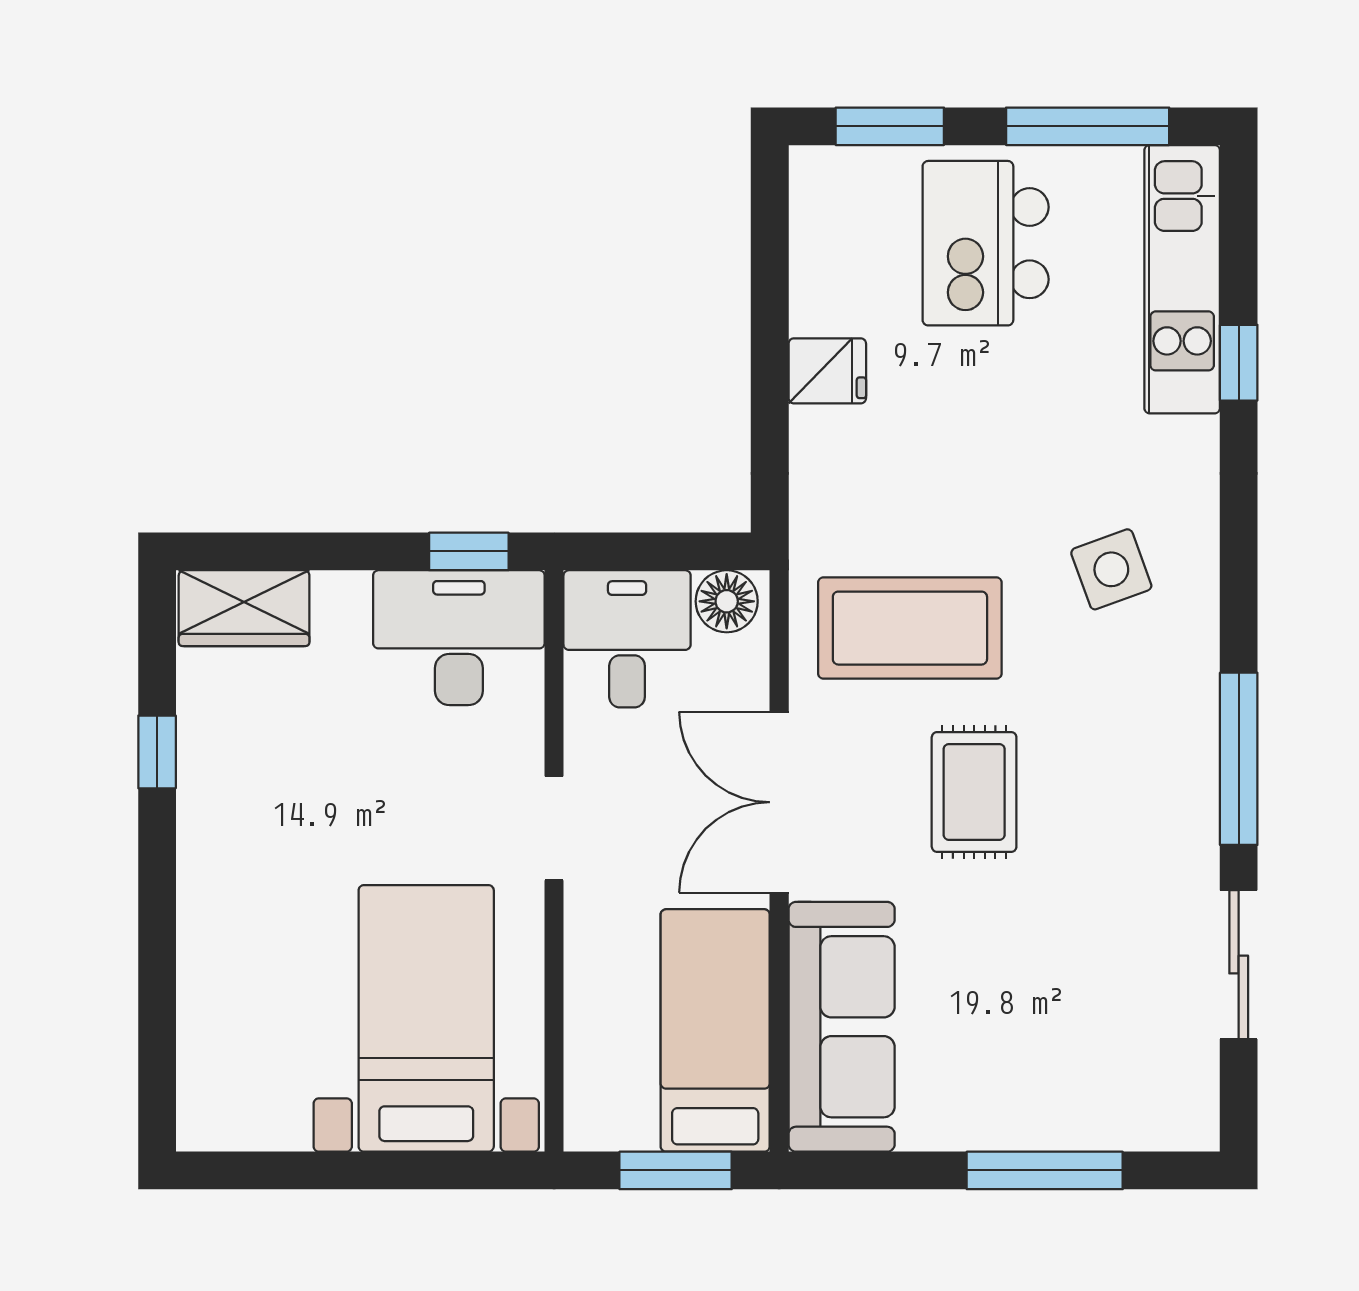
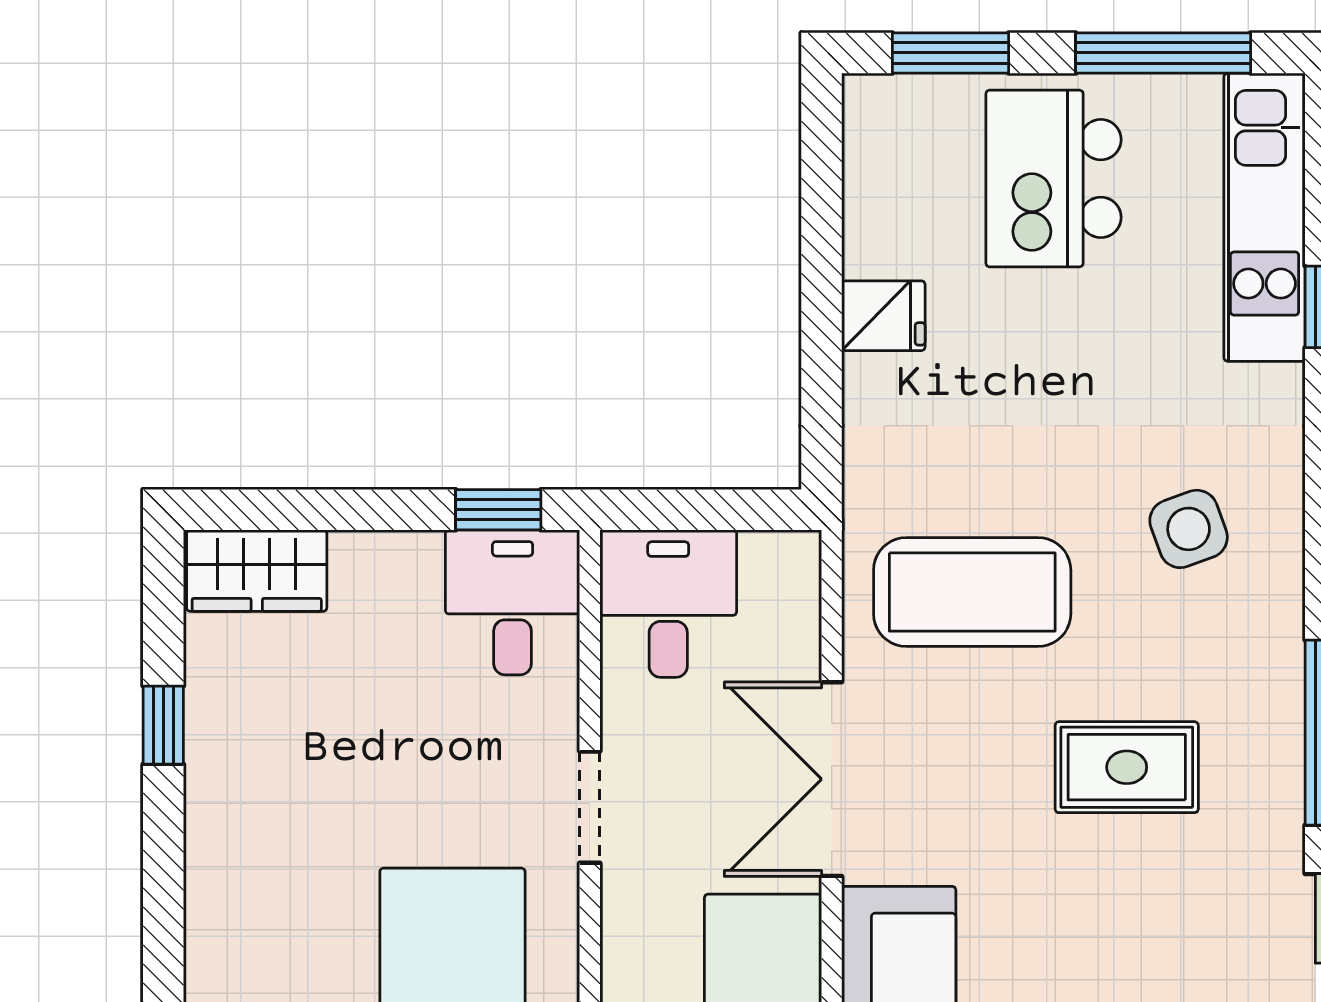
floor lamp: (727, 601) -> (775, 563), removed
desk: (459, 638) -> (513, 602), width x0.73
rug: (974, 792) -> (1127, 767), moved, turned 90

